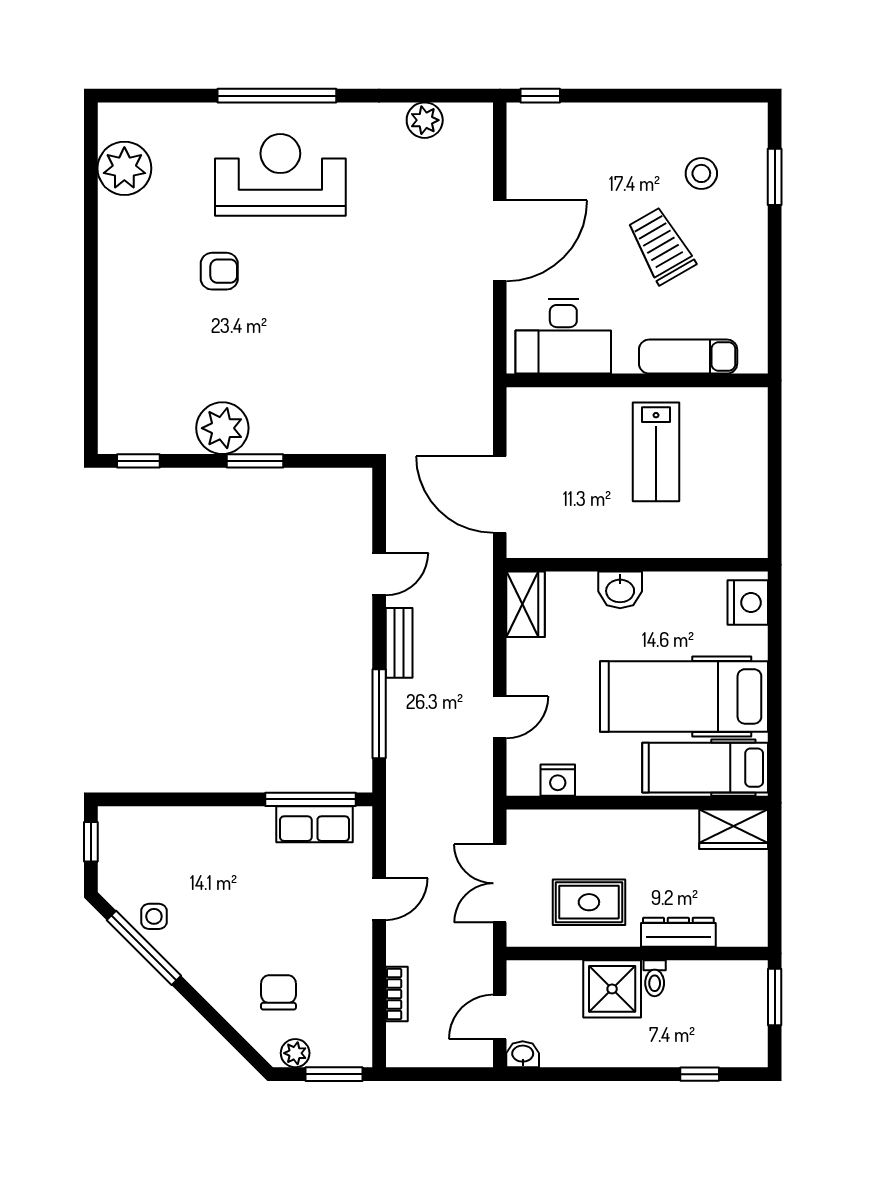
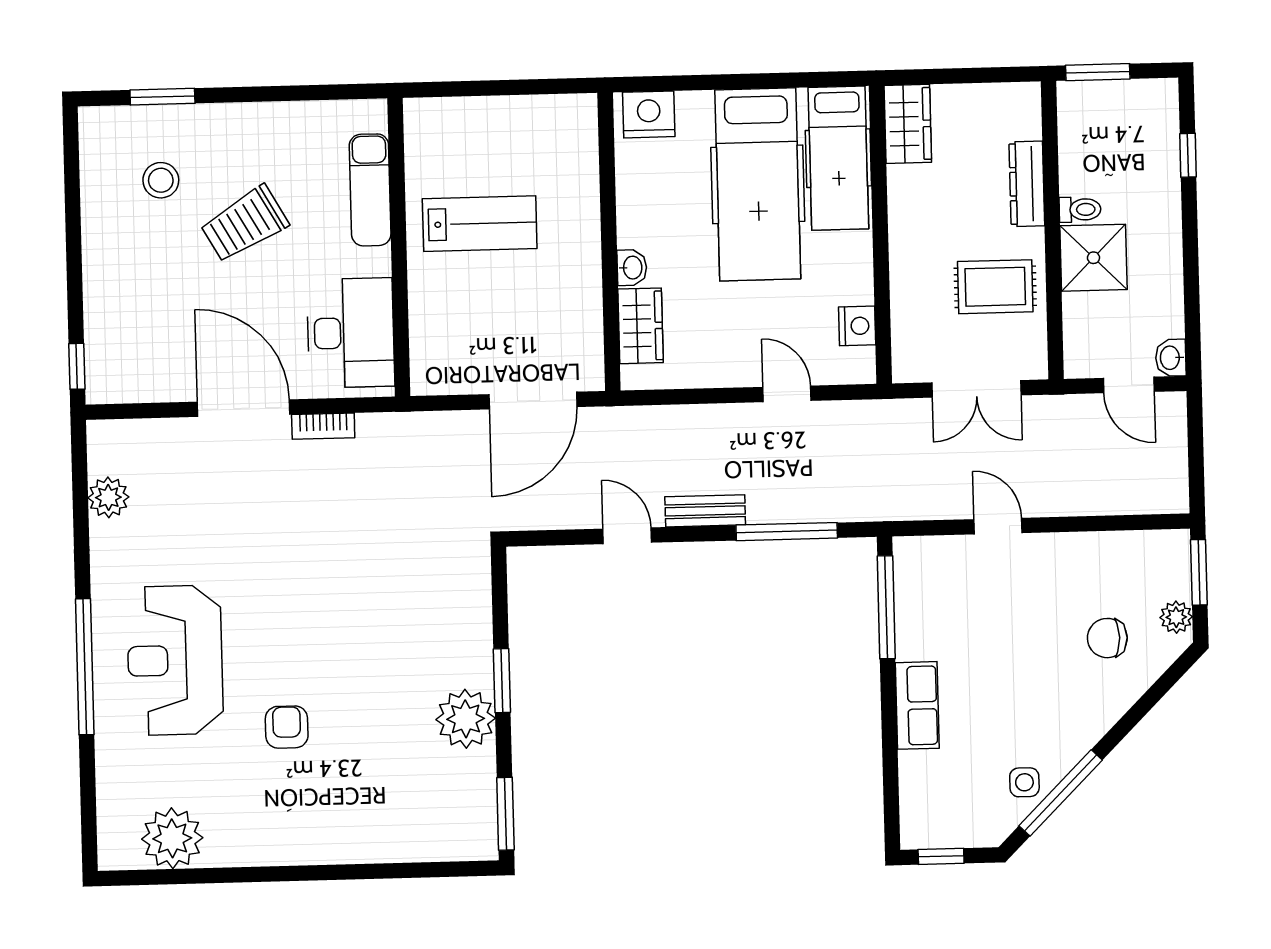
window: (138, 461) -> (505, 814), width x1.50
washbasin: (620, 590) -> (632, 268), width x0.72, depth x0.69
wardrobe: (525, 604) -> (641, 326), moved, turned 90
row of seats: (315, 824) -> (917, 705), moved
rug: (589, 902) -> (995, 287), turned 90
bookcase: (397, 994) -> (323, 426), moved, turned 180

